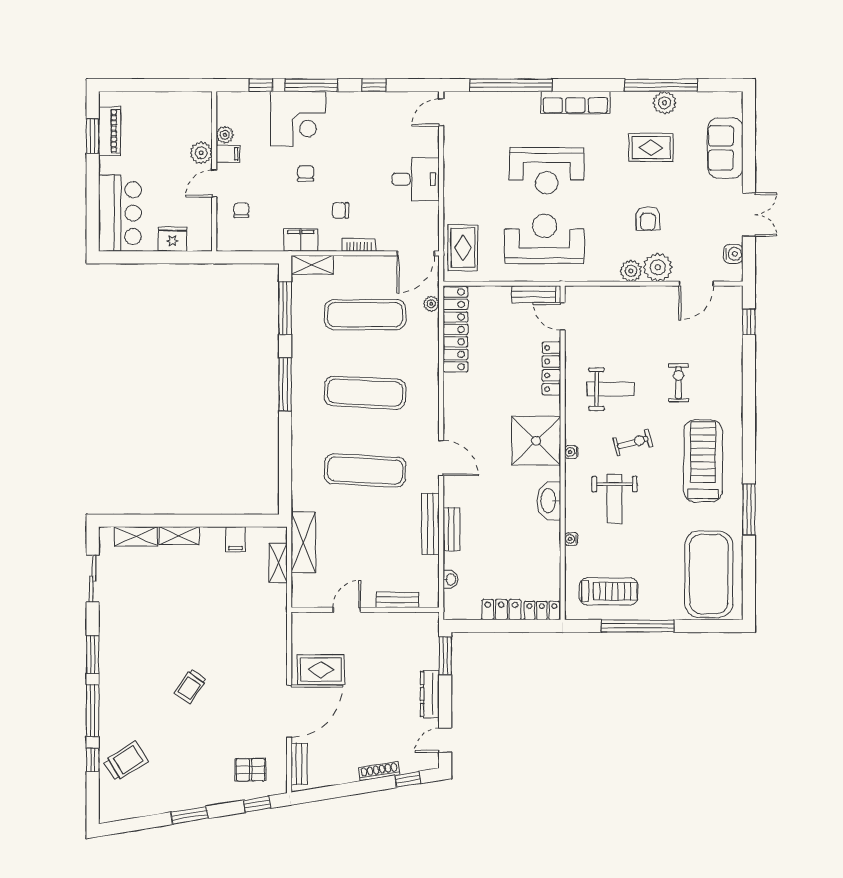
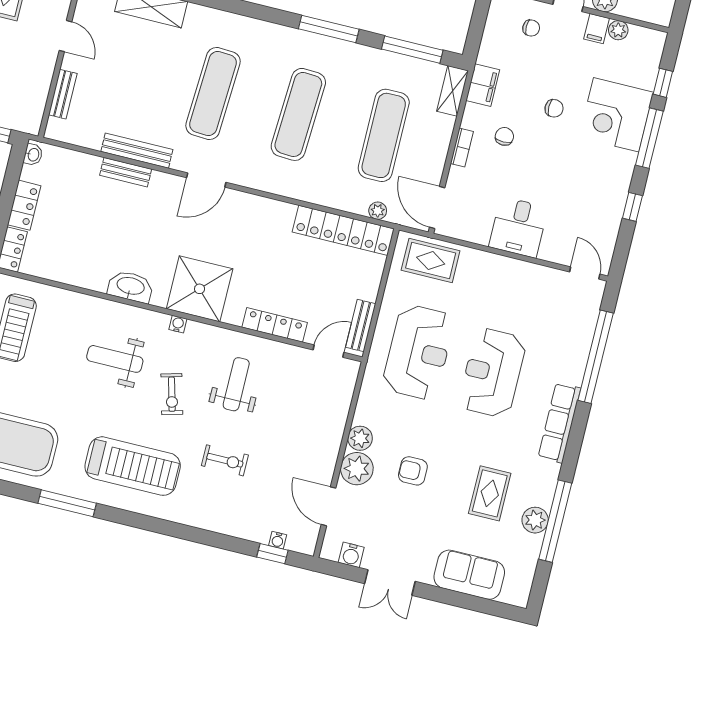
weight bench: (611, 389) -> (236, 384), turned 180
water cooler: (571, 539) -> (278, 540), moved, turned 180
washbasin: (450, 579) -> (33, 155), moved, turned -90

